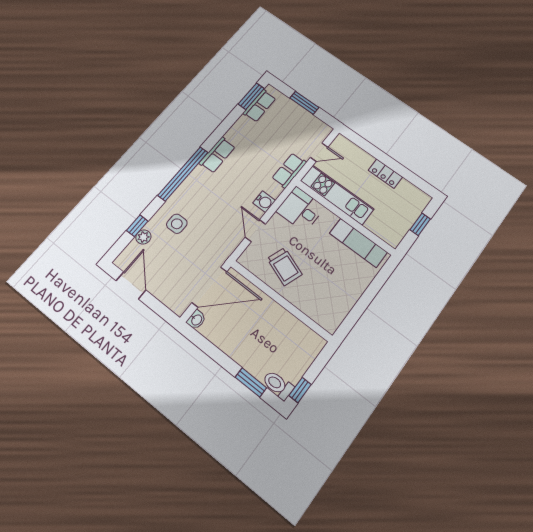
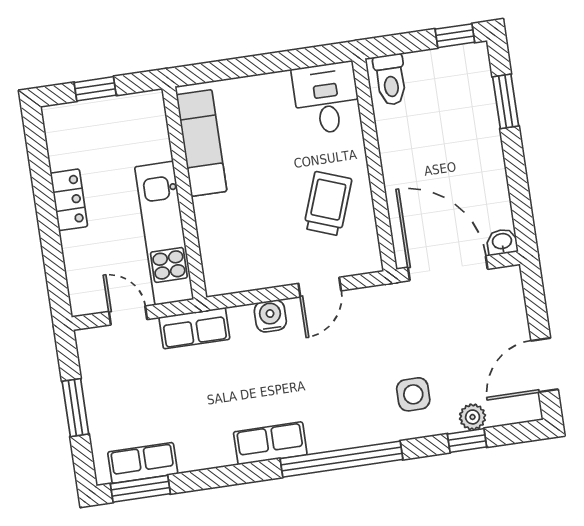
desk: (301, 209) -> (326, 98), moved, turned 180
toilet: (278, 385) -> (390, 80), moved

